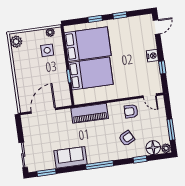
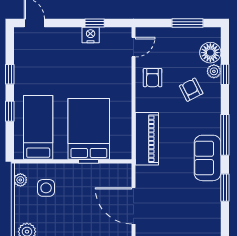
bed: (88, 44) -> (38, 127), width x0.67
nightstand: (152, 56) -> (91, 35), moved
plant: (166, 148) -> (214, 71), moved
sofa: (71, 157) -> (208, 158), moved
window: (46, 173) -> (225, 188), moved

